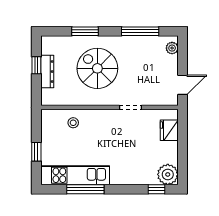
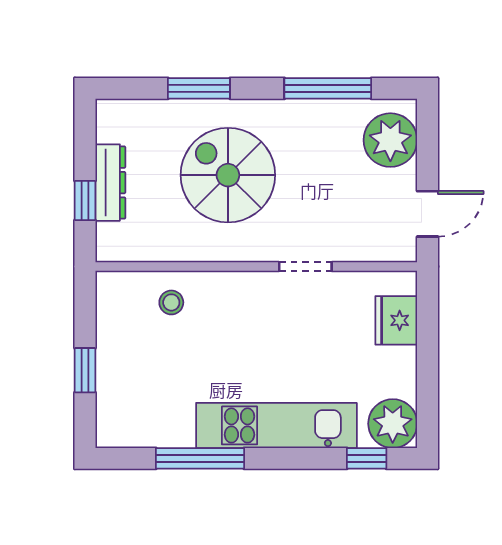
plant: (172, 48) -> (390, 140), width x1.88, depth x1.88
window: (36, 65) -> (85, 200), moved
kitchen unit: (75, 175) -> (276, 425), moved

